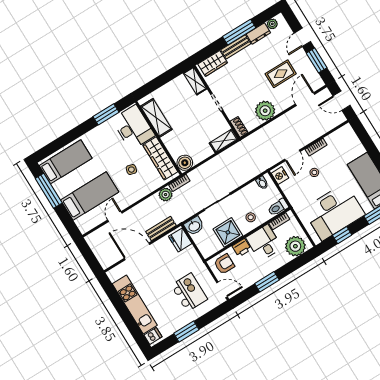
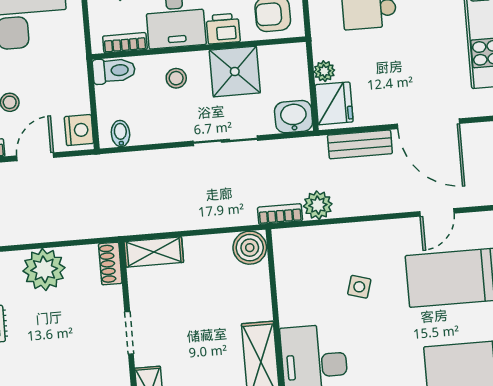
wardrobe: (160, 158) -> (293, 280), removed
plant: (191, 251) -> (324, 71), added

